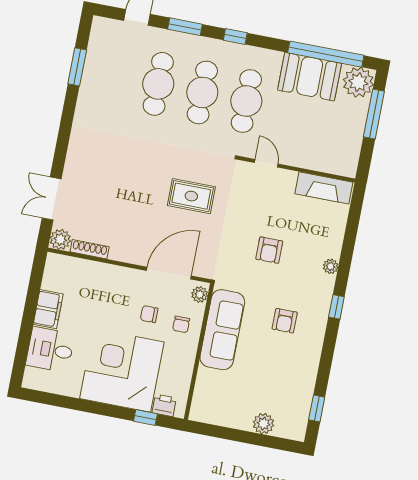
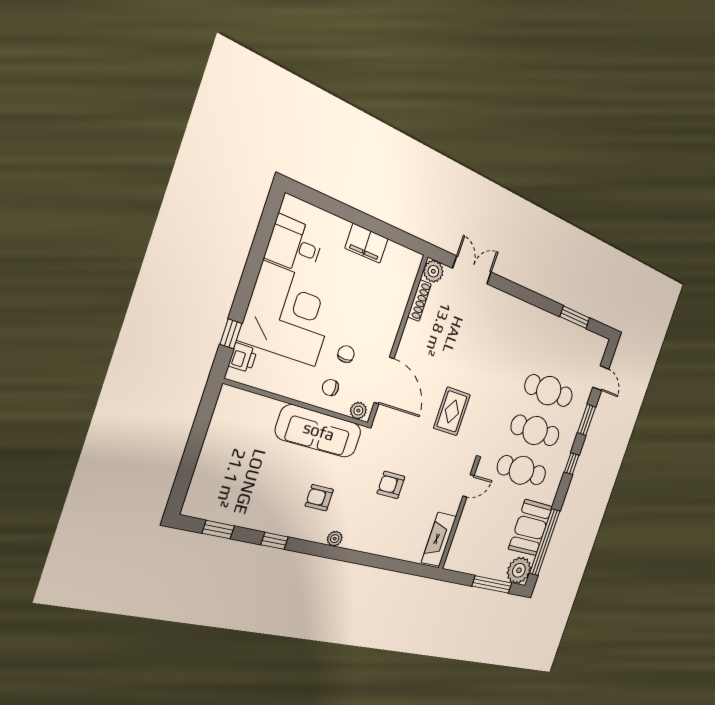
plant: (331, 266) -> (335, 539), moved
window: (336, 307) -> (275, 541), moved
desk: (50, 350) -> (295, 245), moved, turned -90
plant: (263, 424) -> (207, 470), removed

